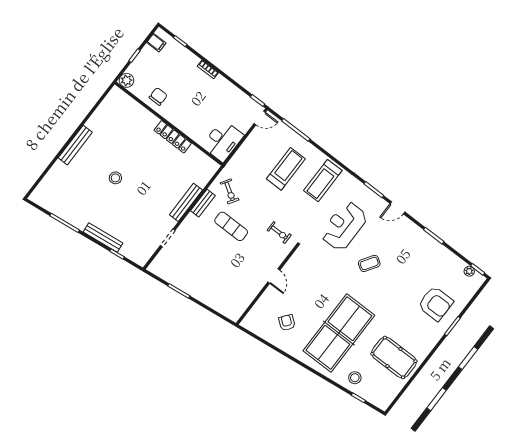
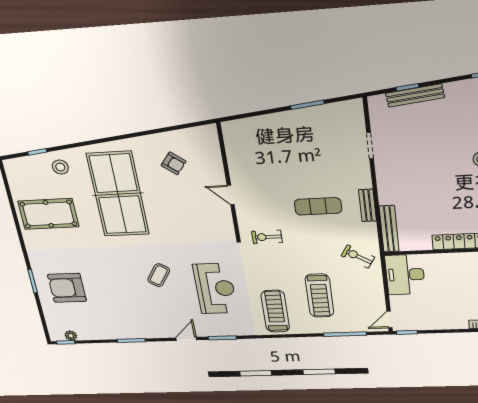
exercise bike: (230, 191) -> (358, 256), moved
bench: (186, 202) -> (389, 229), moved
bench: (103, 237) -> (415, 95), moved

